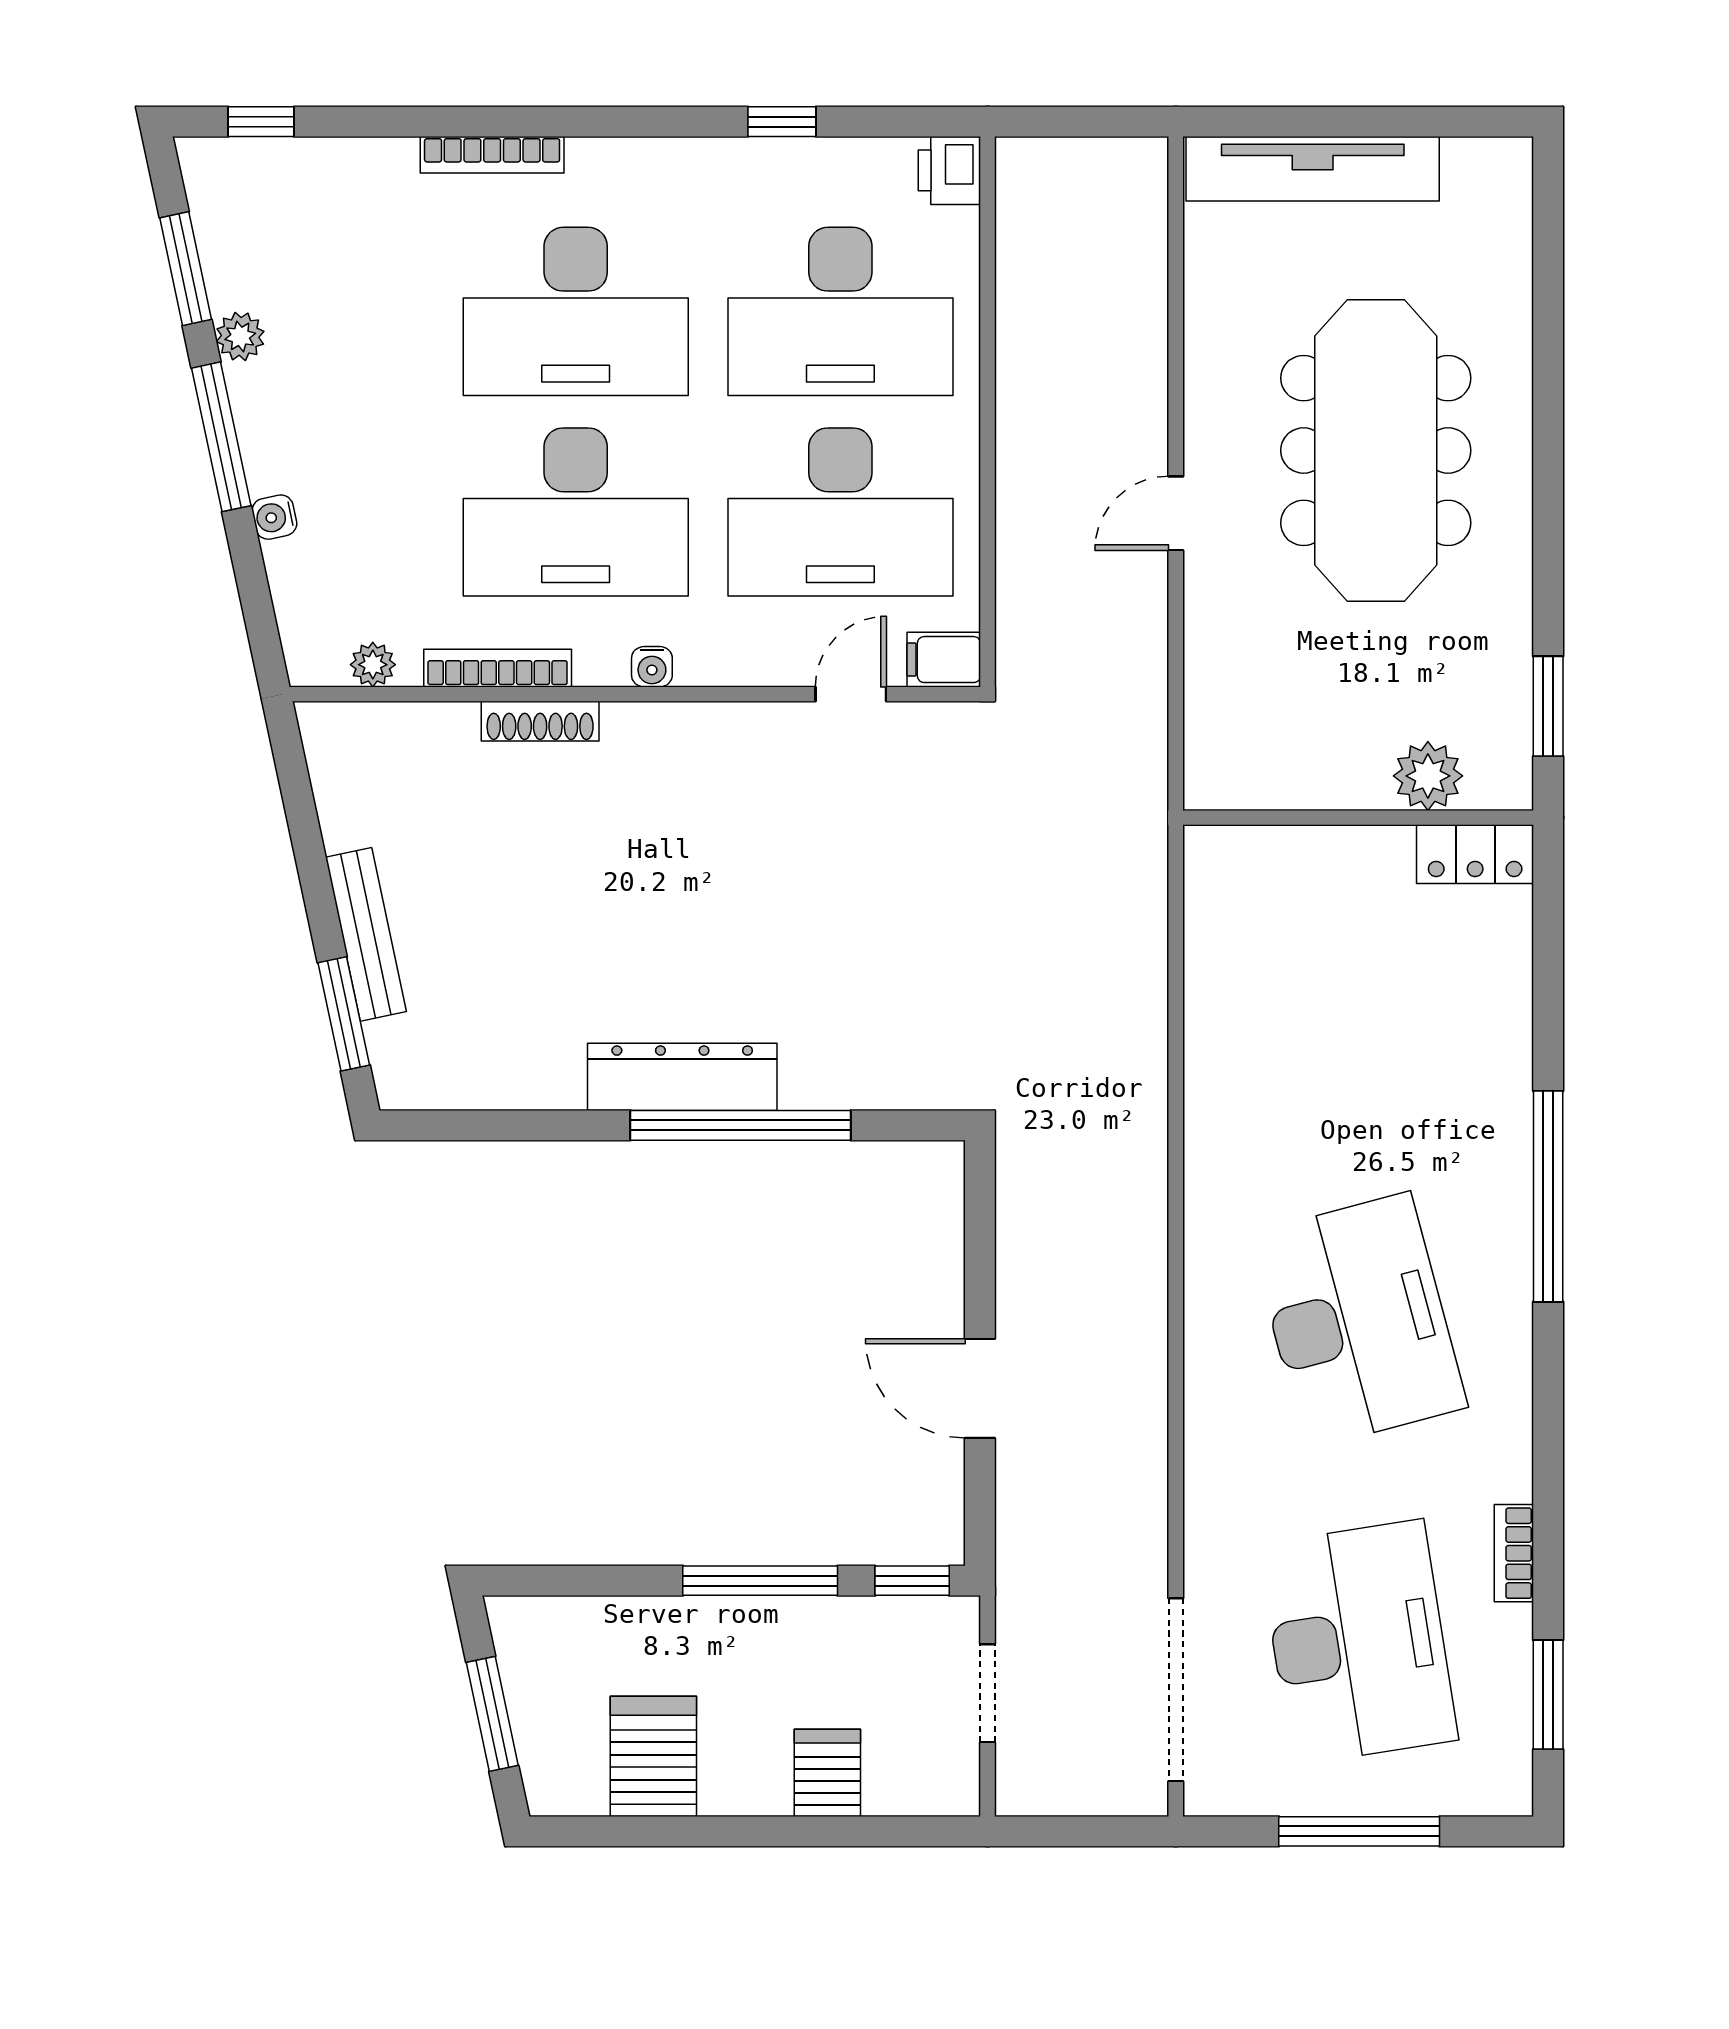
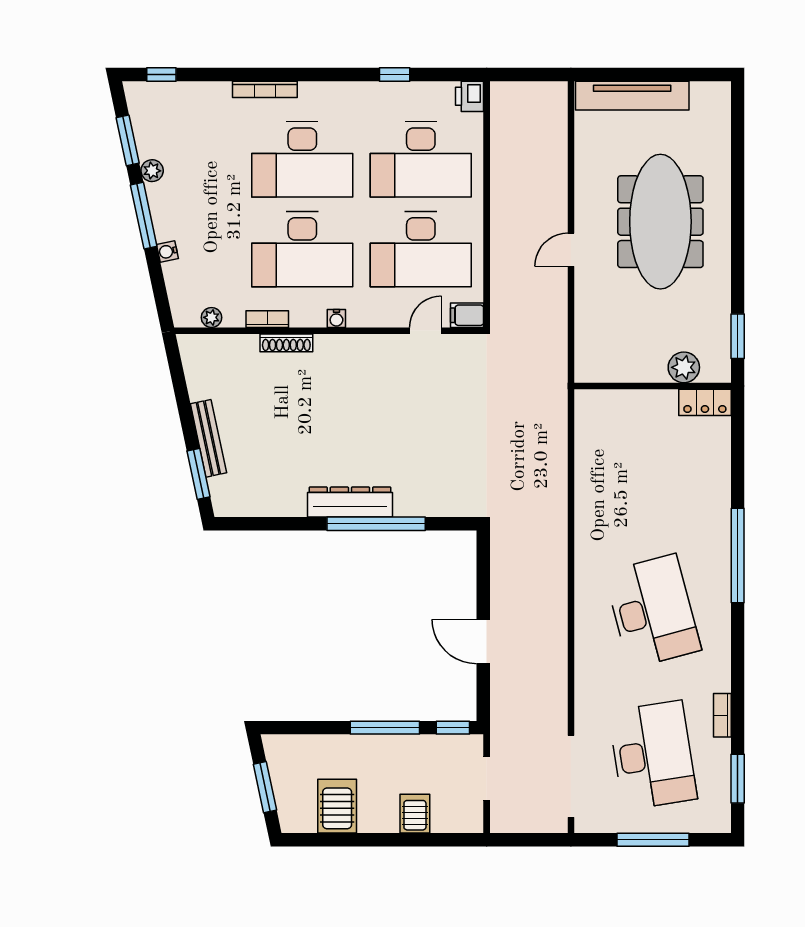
bookcase: (498, 668) -> (267, 319), width x0.64

